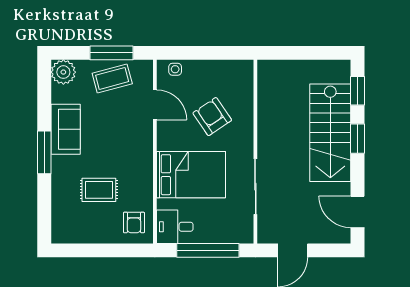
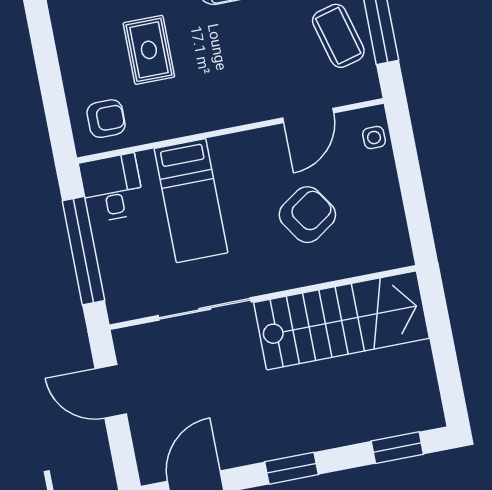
stairs: (330, 133) -> (342, 320), moved, turned 180
window: (358, 139) -> (291, 468), moved
bed: (191, 175) -> (191, 201), width x0.67
armchair: (134, 222) -> (106, 119), turned 180

